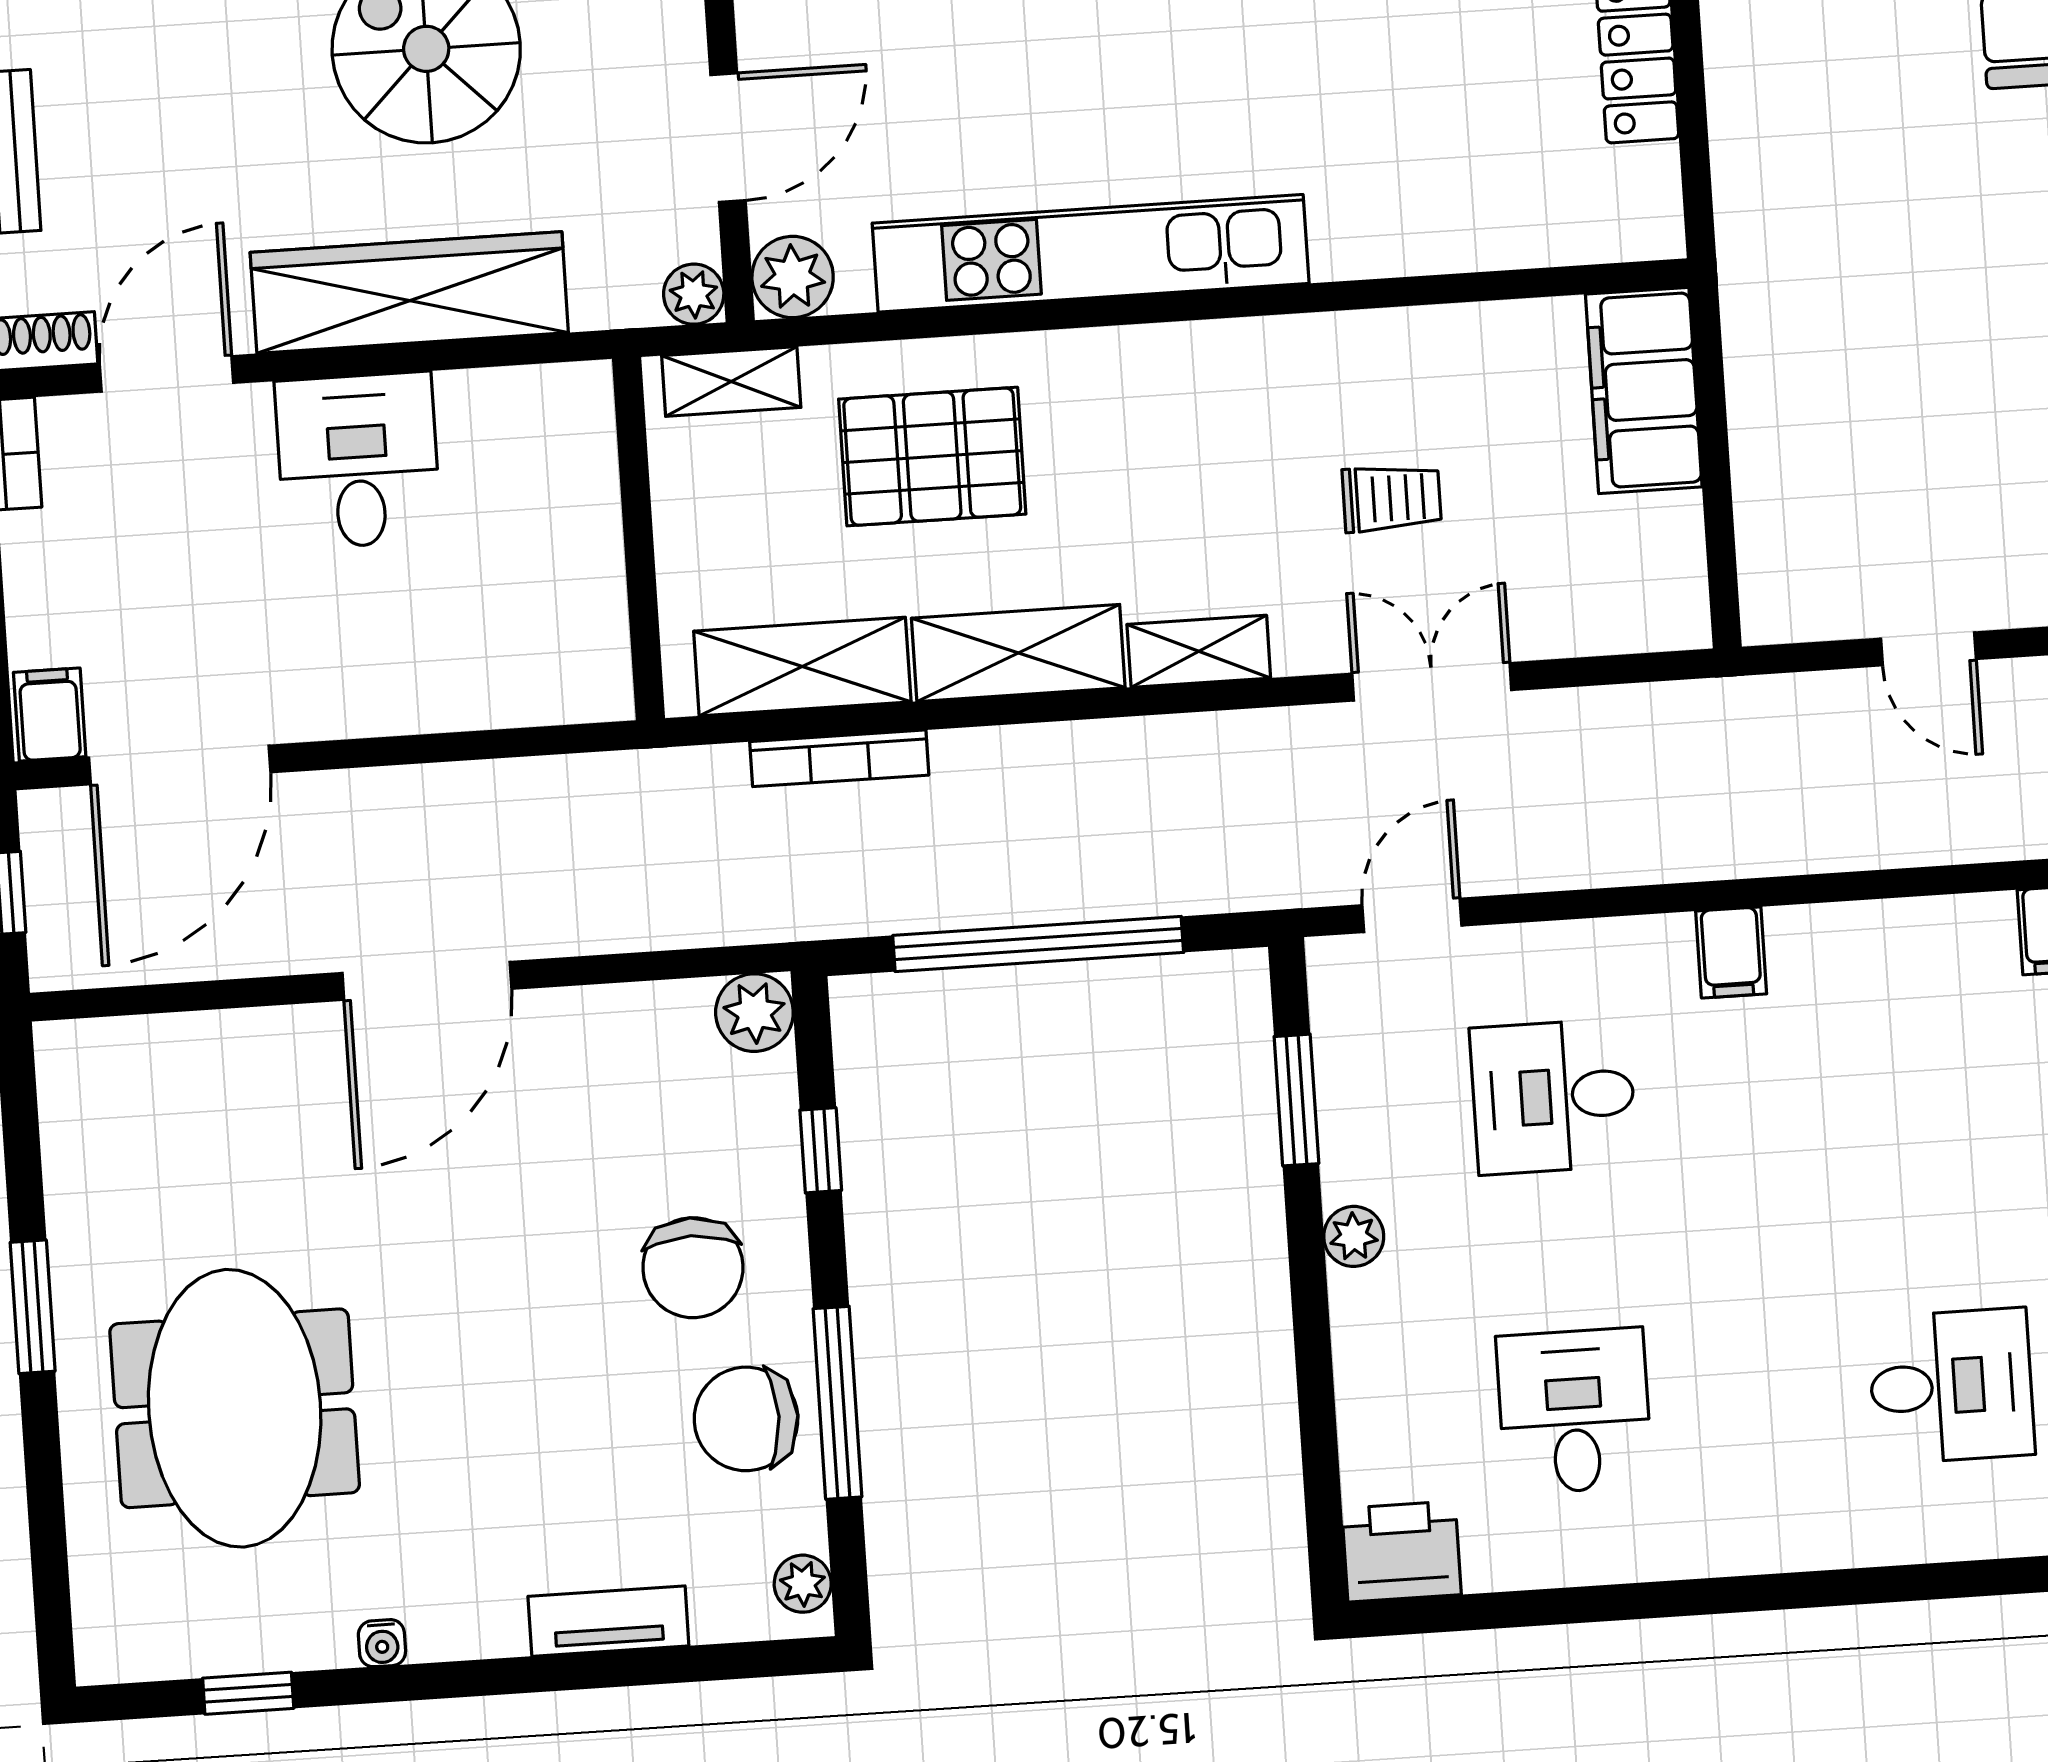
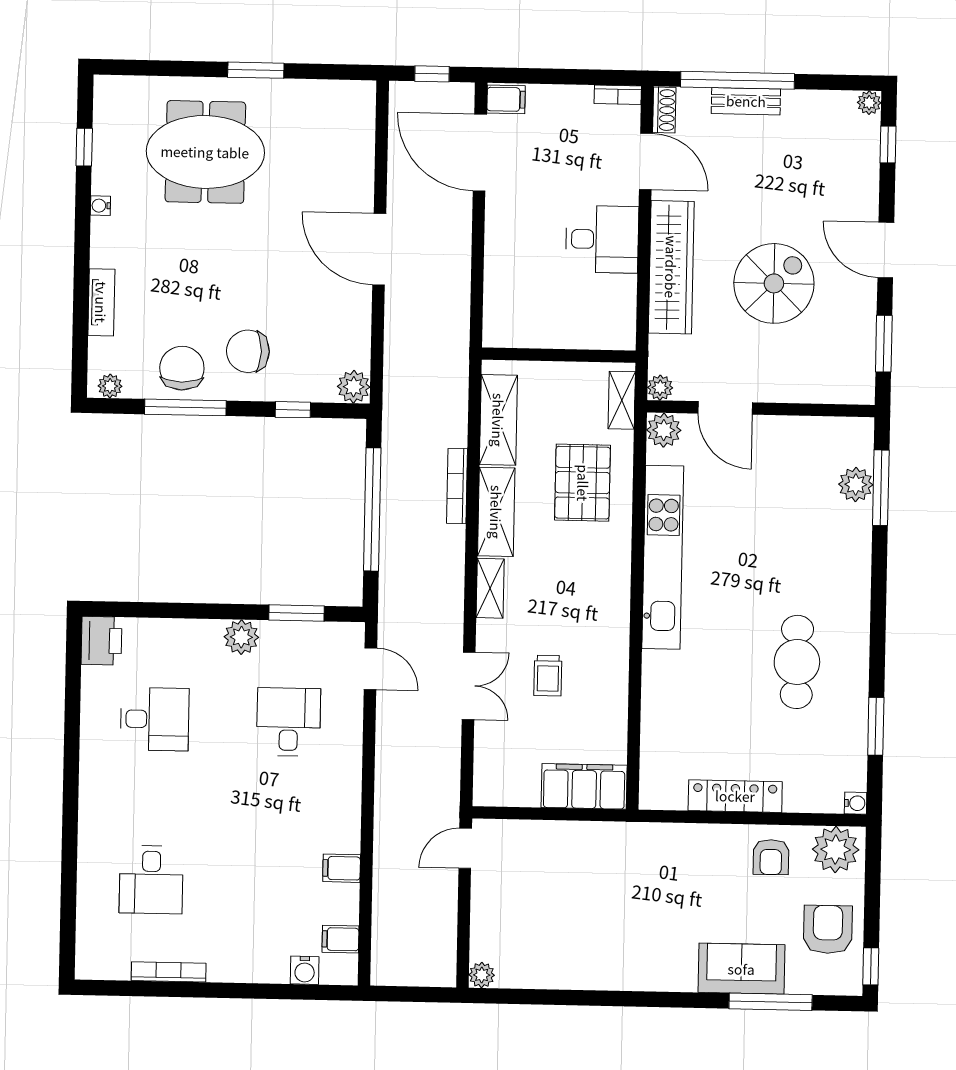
door: (1928, 649) -> (465, 848), moved
bookcase: (839, 758) -> (457, 486), moved
filing cabinet: (1731, 952) -> (342, 868), moved
plant: (1354, 1236) -> (241, 637), width x1.38, depth x1.38

